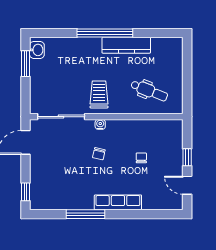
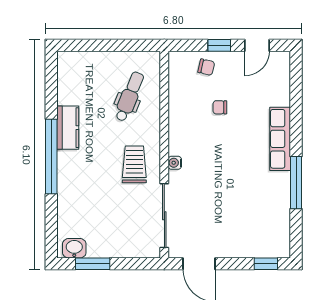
kitchen counter: (126, 45) -> (68, 128), width x0.67
trolley: (99, 94) -> (134, 164), turned 90
chair: (99, 154) -> (206, 67), moved

